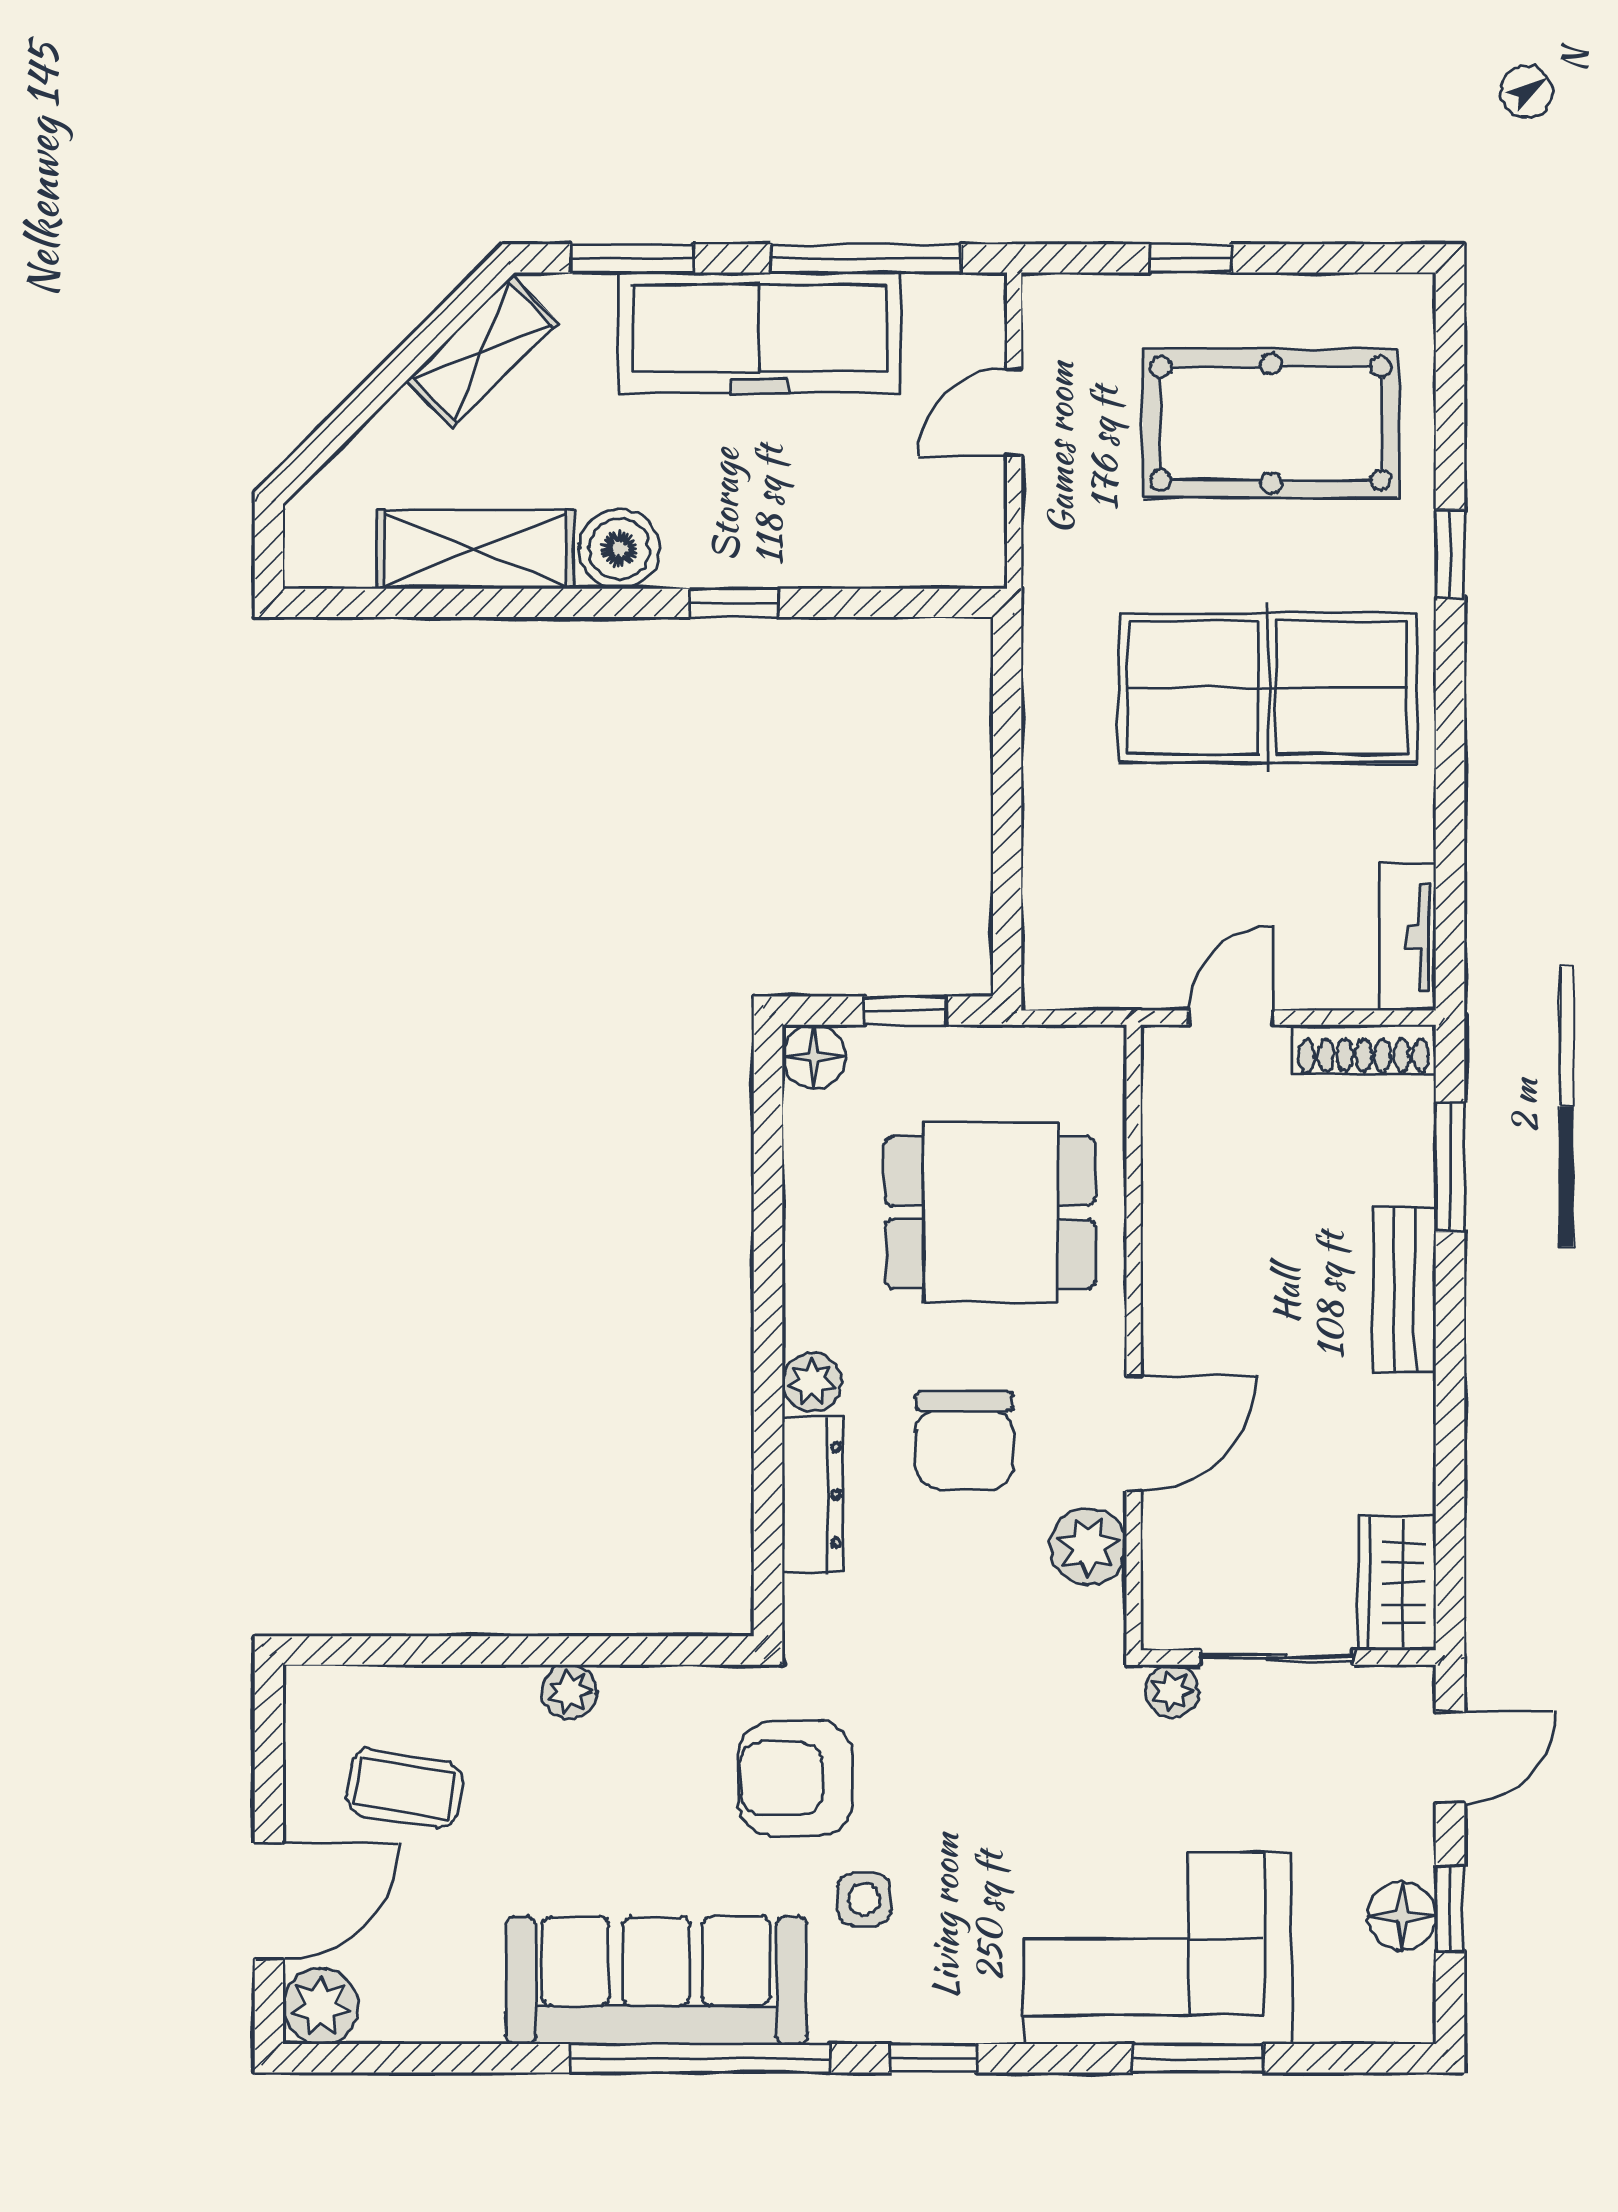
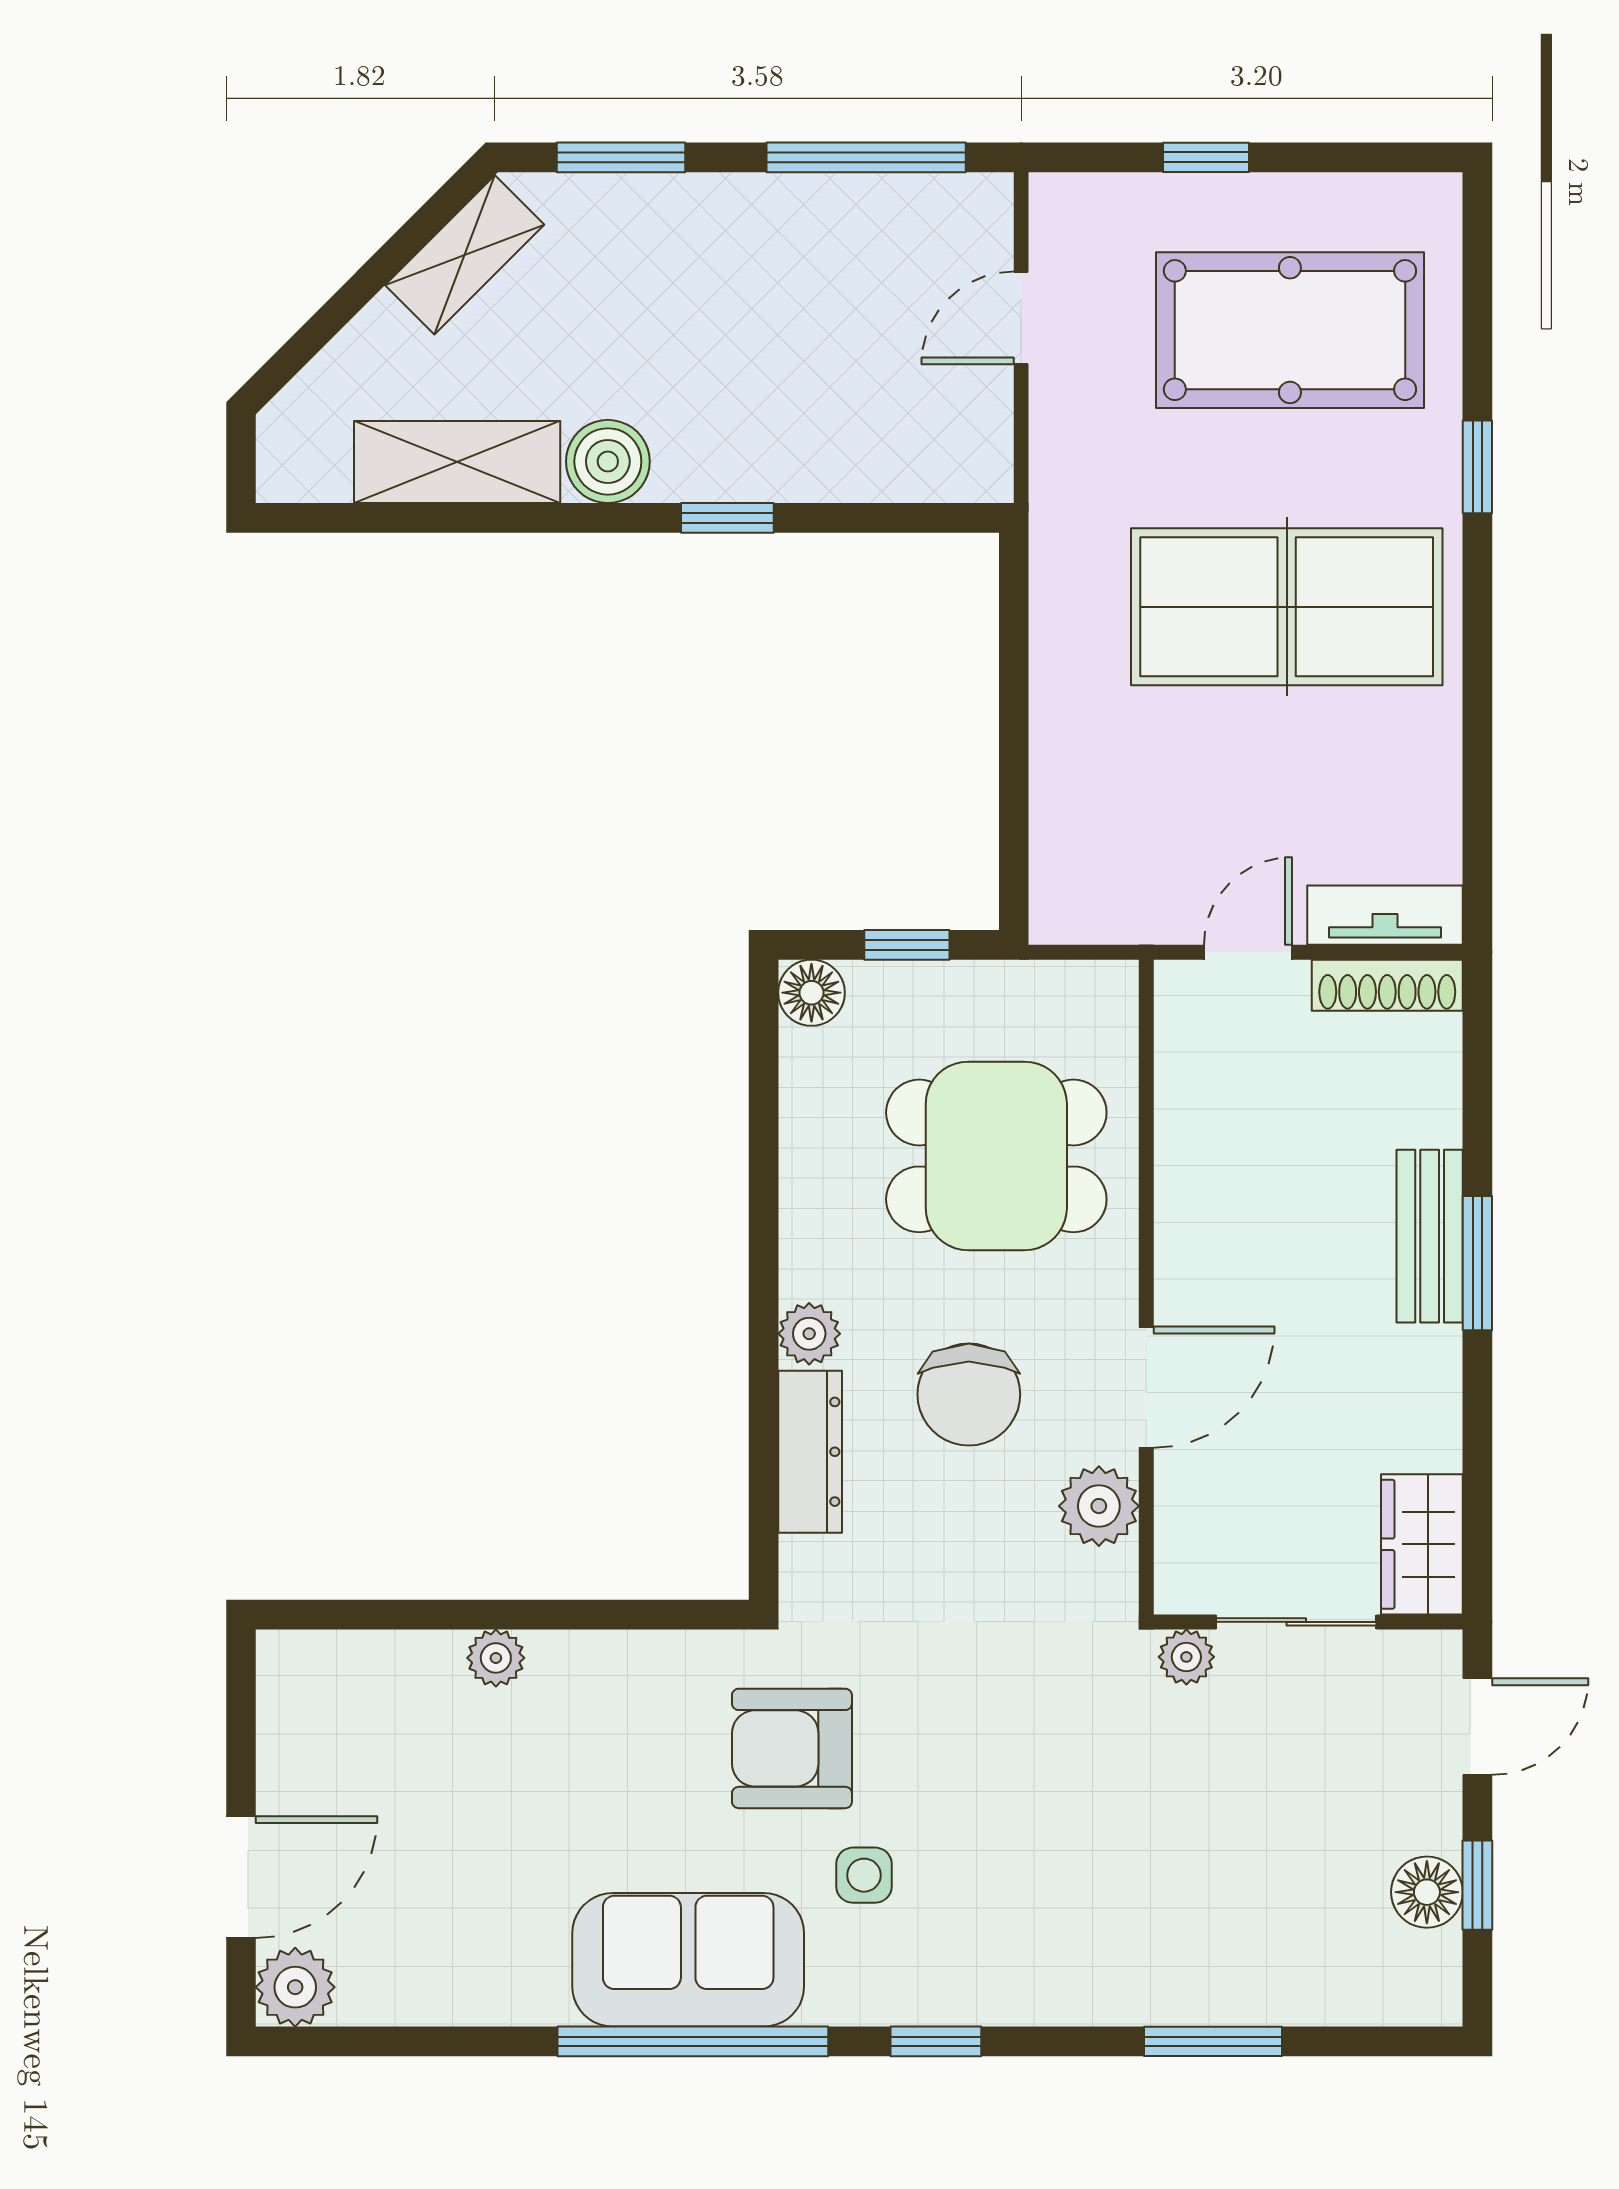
freezer: (760, 333) -> (755, 235), removed
tv unit: (1408, 936) -> (1385, 915), moved, turned 90
window: (1450, 1167) -> (1477, 1263), moved
plant: (569, 1692) -> (496, 1658), moved
coffee table: (405, 1789) -> (383, 1759), removed
corner sofa: (1157, 1949) -> (1171, 1927), removed
sofa: (656, 1980) -> (688, 1960), width x0.73

